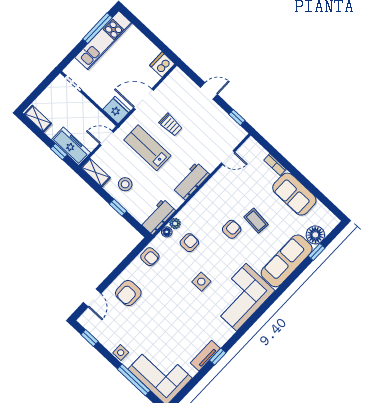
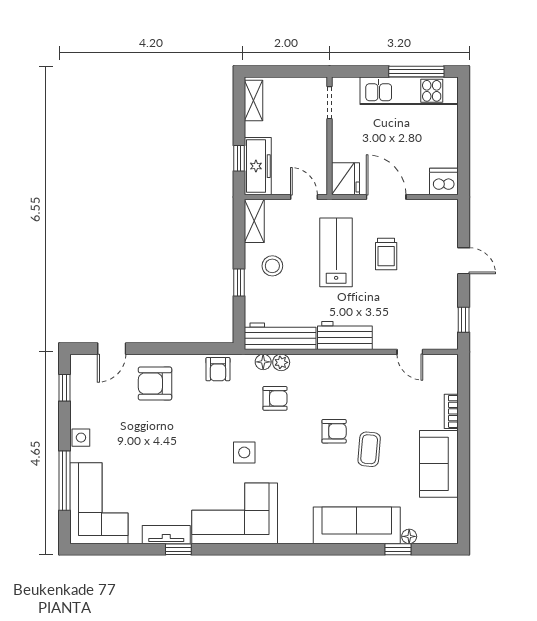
workbench: (158, 217) -> (280, 336), width x1.38
floor lamp: (315, 235) -> (409, 536), width x0.53, depth x0.53
corner sofa: (241, 297) -> (235, 513), moved

